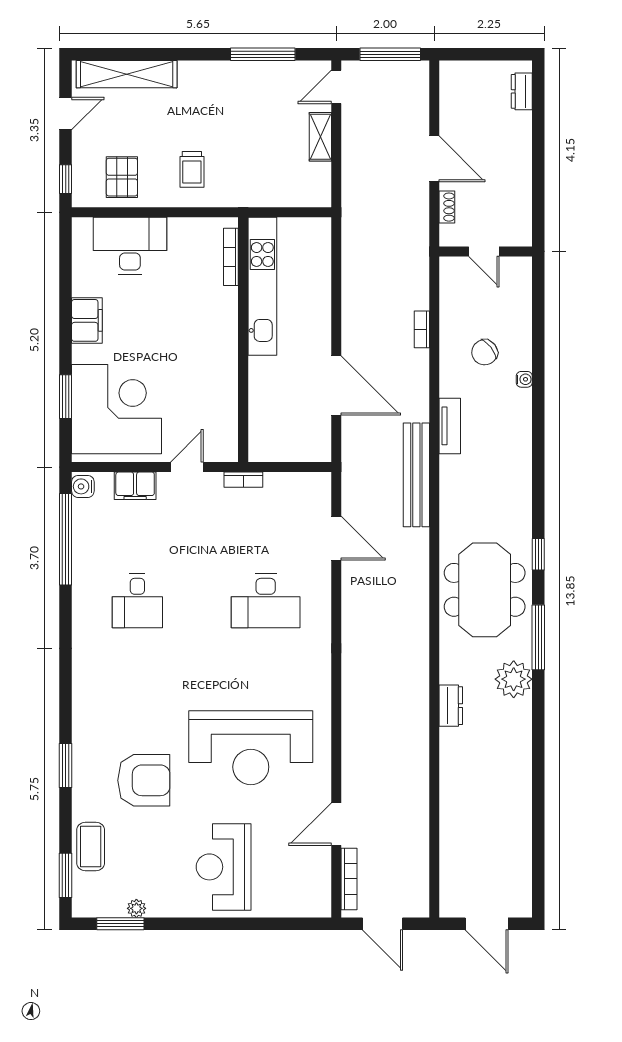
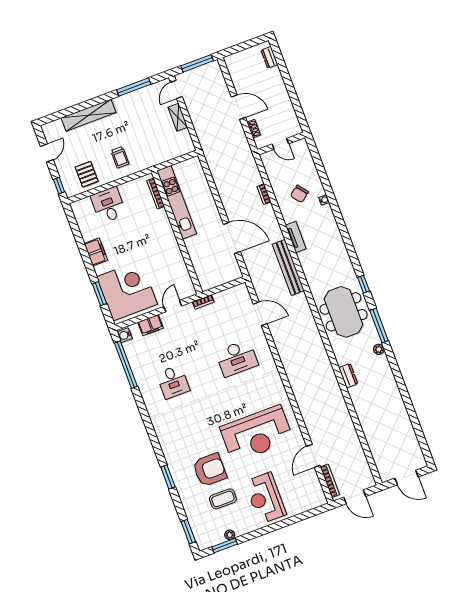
shelving: (127, 74) -> (89, 115), moved
desk: (130, 246) -> (108, 205), width x0.73
plant: (514, 679) -> (379, 349), width x0.53, depth x0.53
coffee table: (91, 847) -> (223, 499), moved, turned 90

